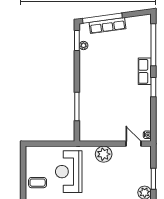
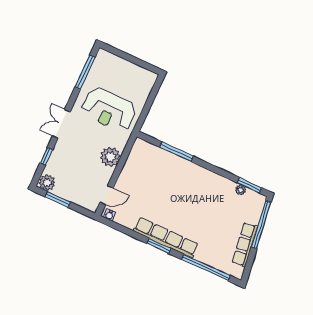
row of seats: (107, 26) -> (245, 245), moved
row of seats: (145, 71) -> (166, 237), width x2.02
reception desk: (69, 172) -> (109, 110), turned 180
coffee table: (38, 183) -> (112, 70), removed

